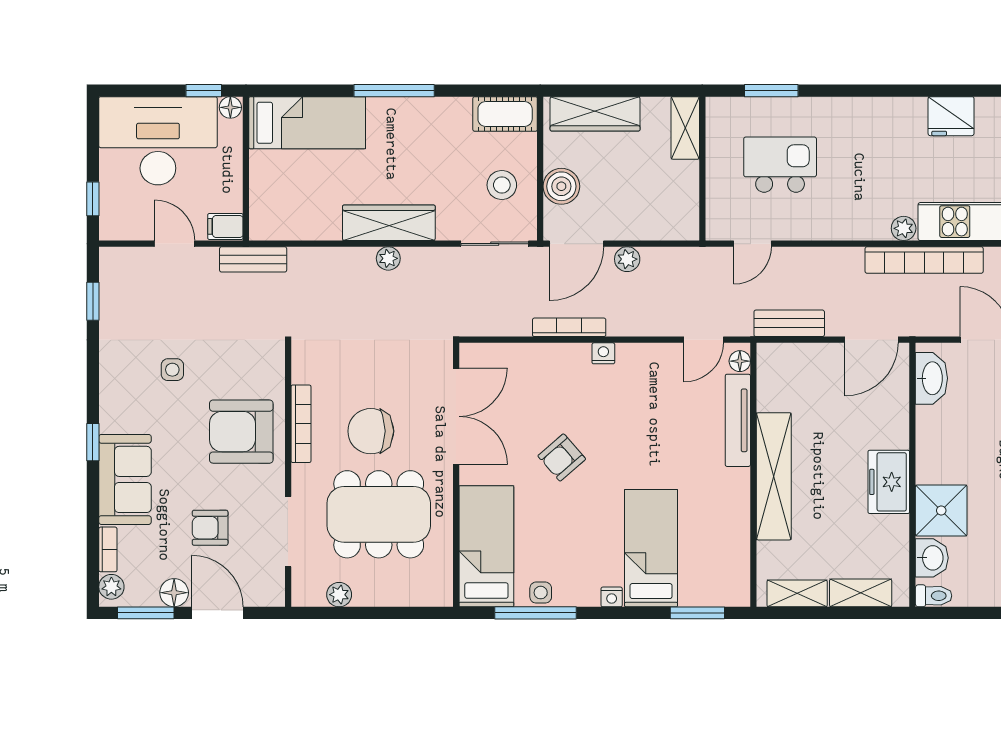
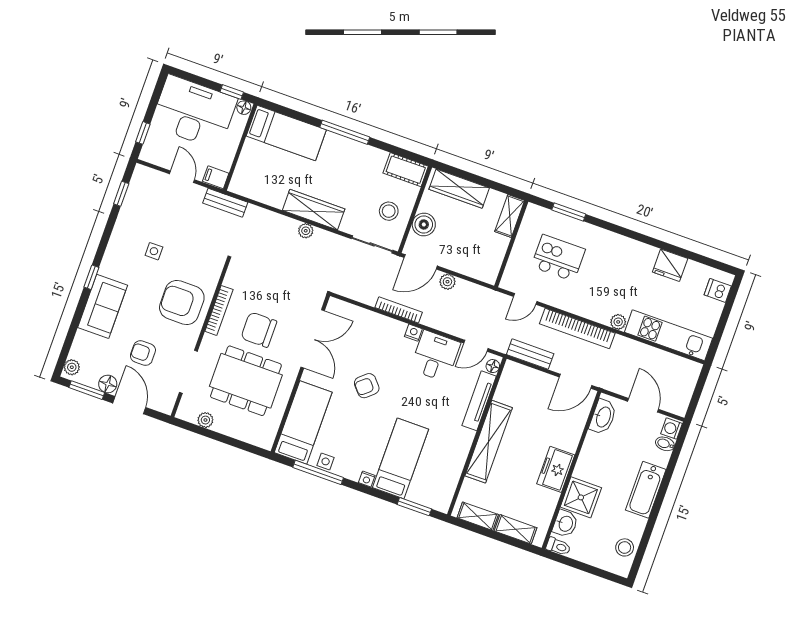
bookcase: (924, 260) -> (577, 328), moved
desk: (649, 377) -> (435, 356), added
bookcase: (108, 549) -> (78, 344), removed

